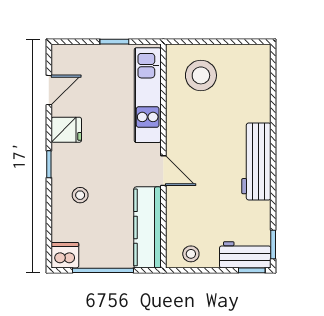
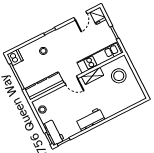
door: (49, 90) -> (81, 16), hinge flipped
shelving: (176, 126) -> (93, 76), added
fridge: (66, 130) -> (98, 16), moved
workbench: (256, 161) -> (90, 119), width x0.73
door: (163, 171) -> (71, 80), hinge flipped

